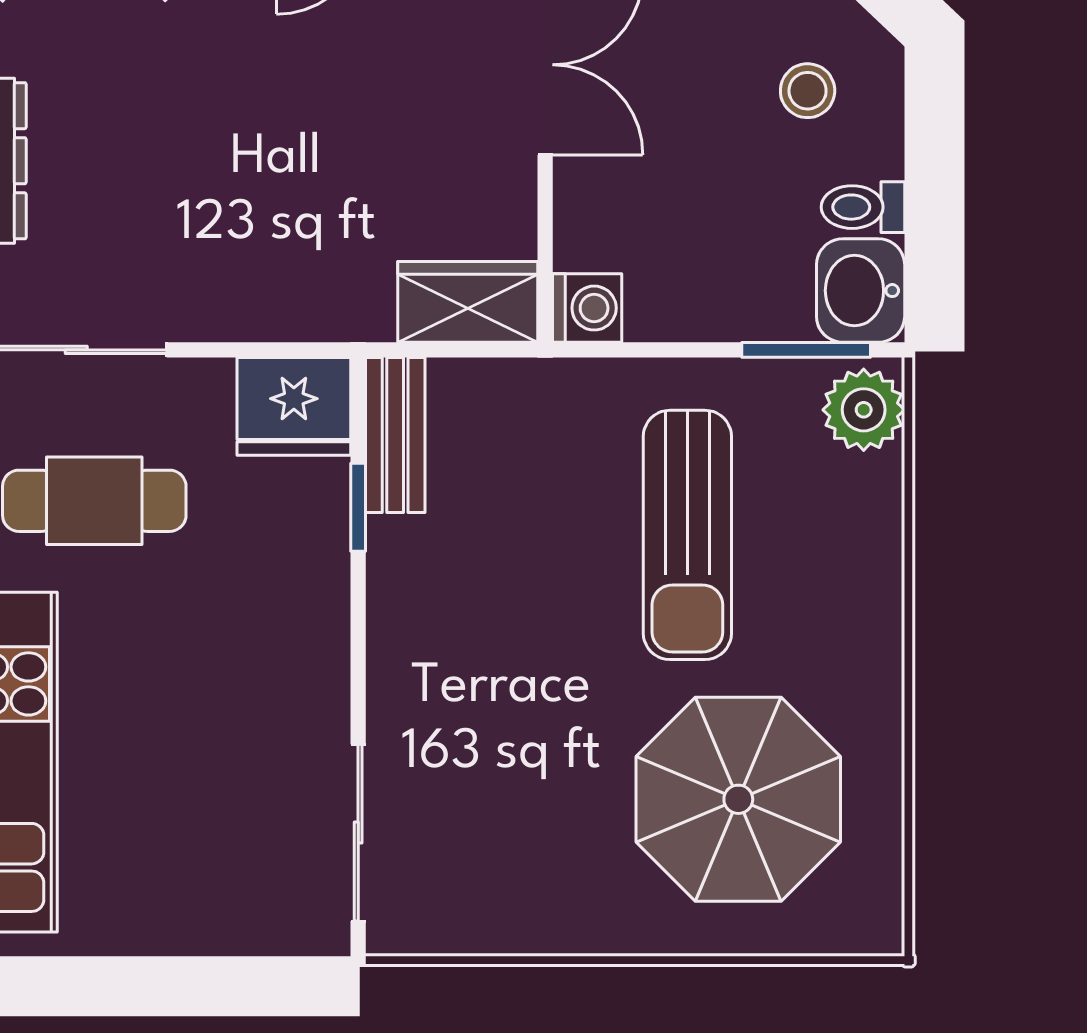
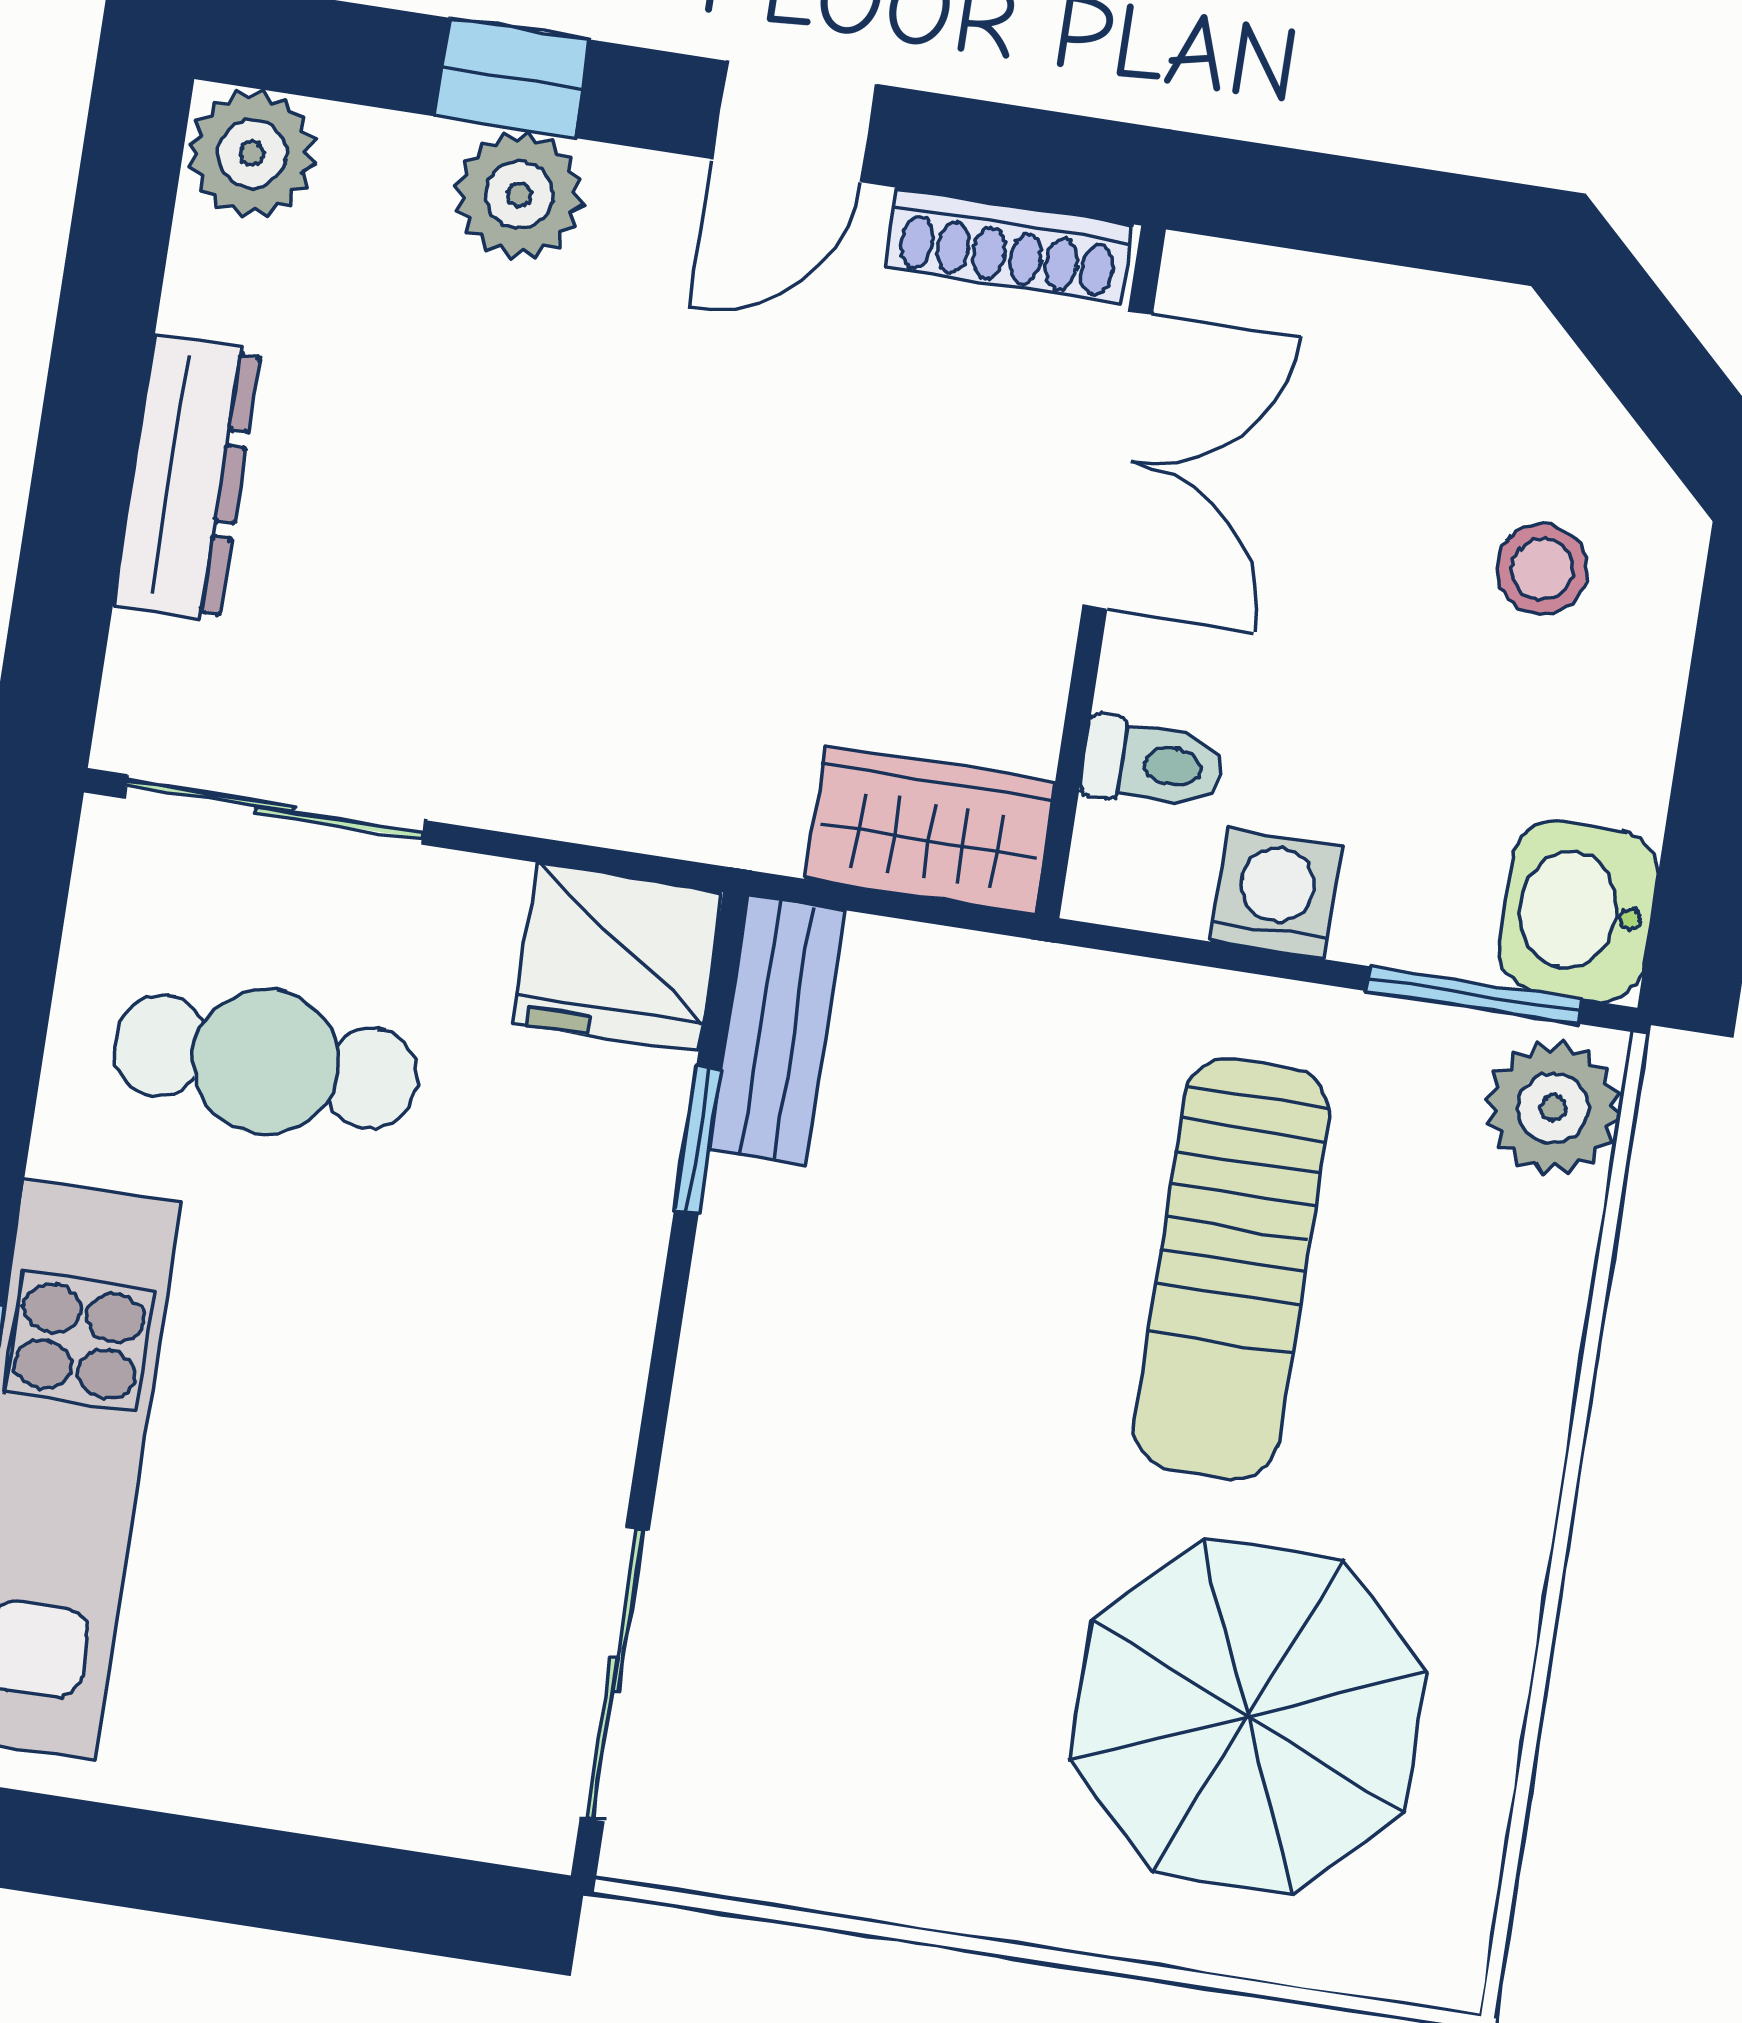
toilet: (863, 207) -> (1153, 764), moved, turned 180
washing machine: (587, 308) -> (1276, 894), moved, turned -90

